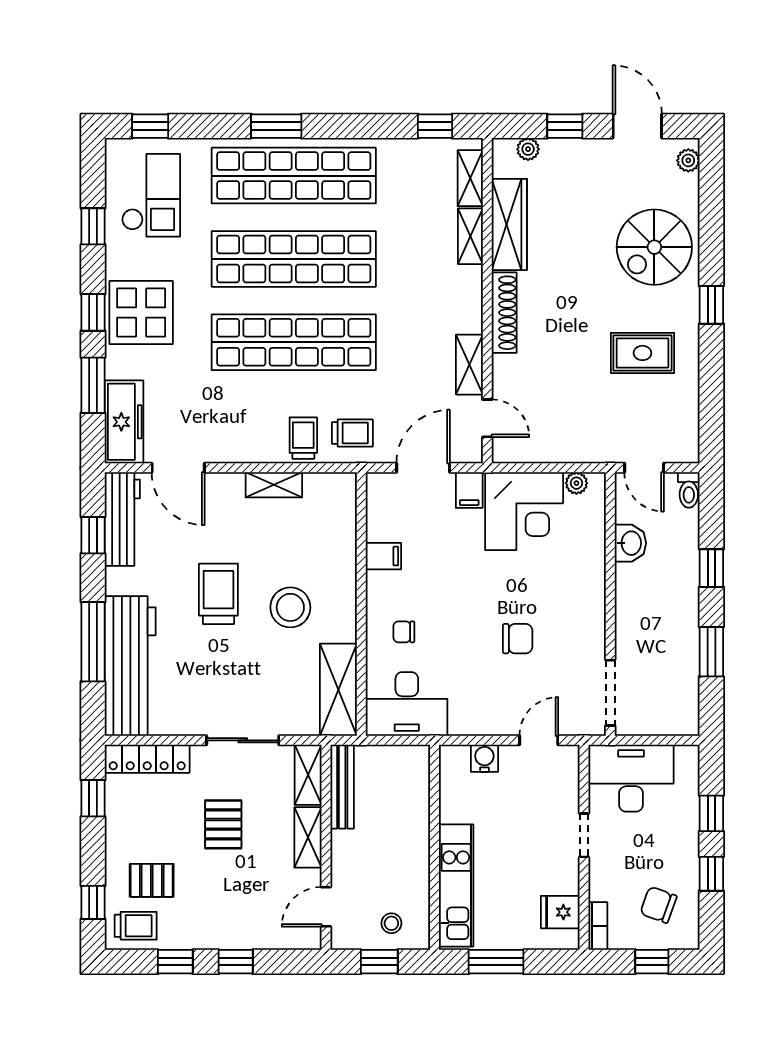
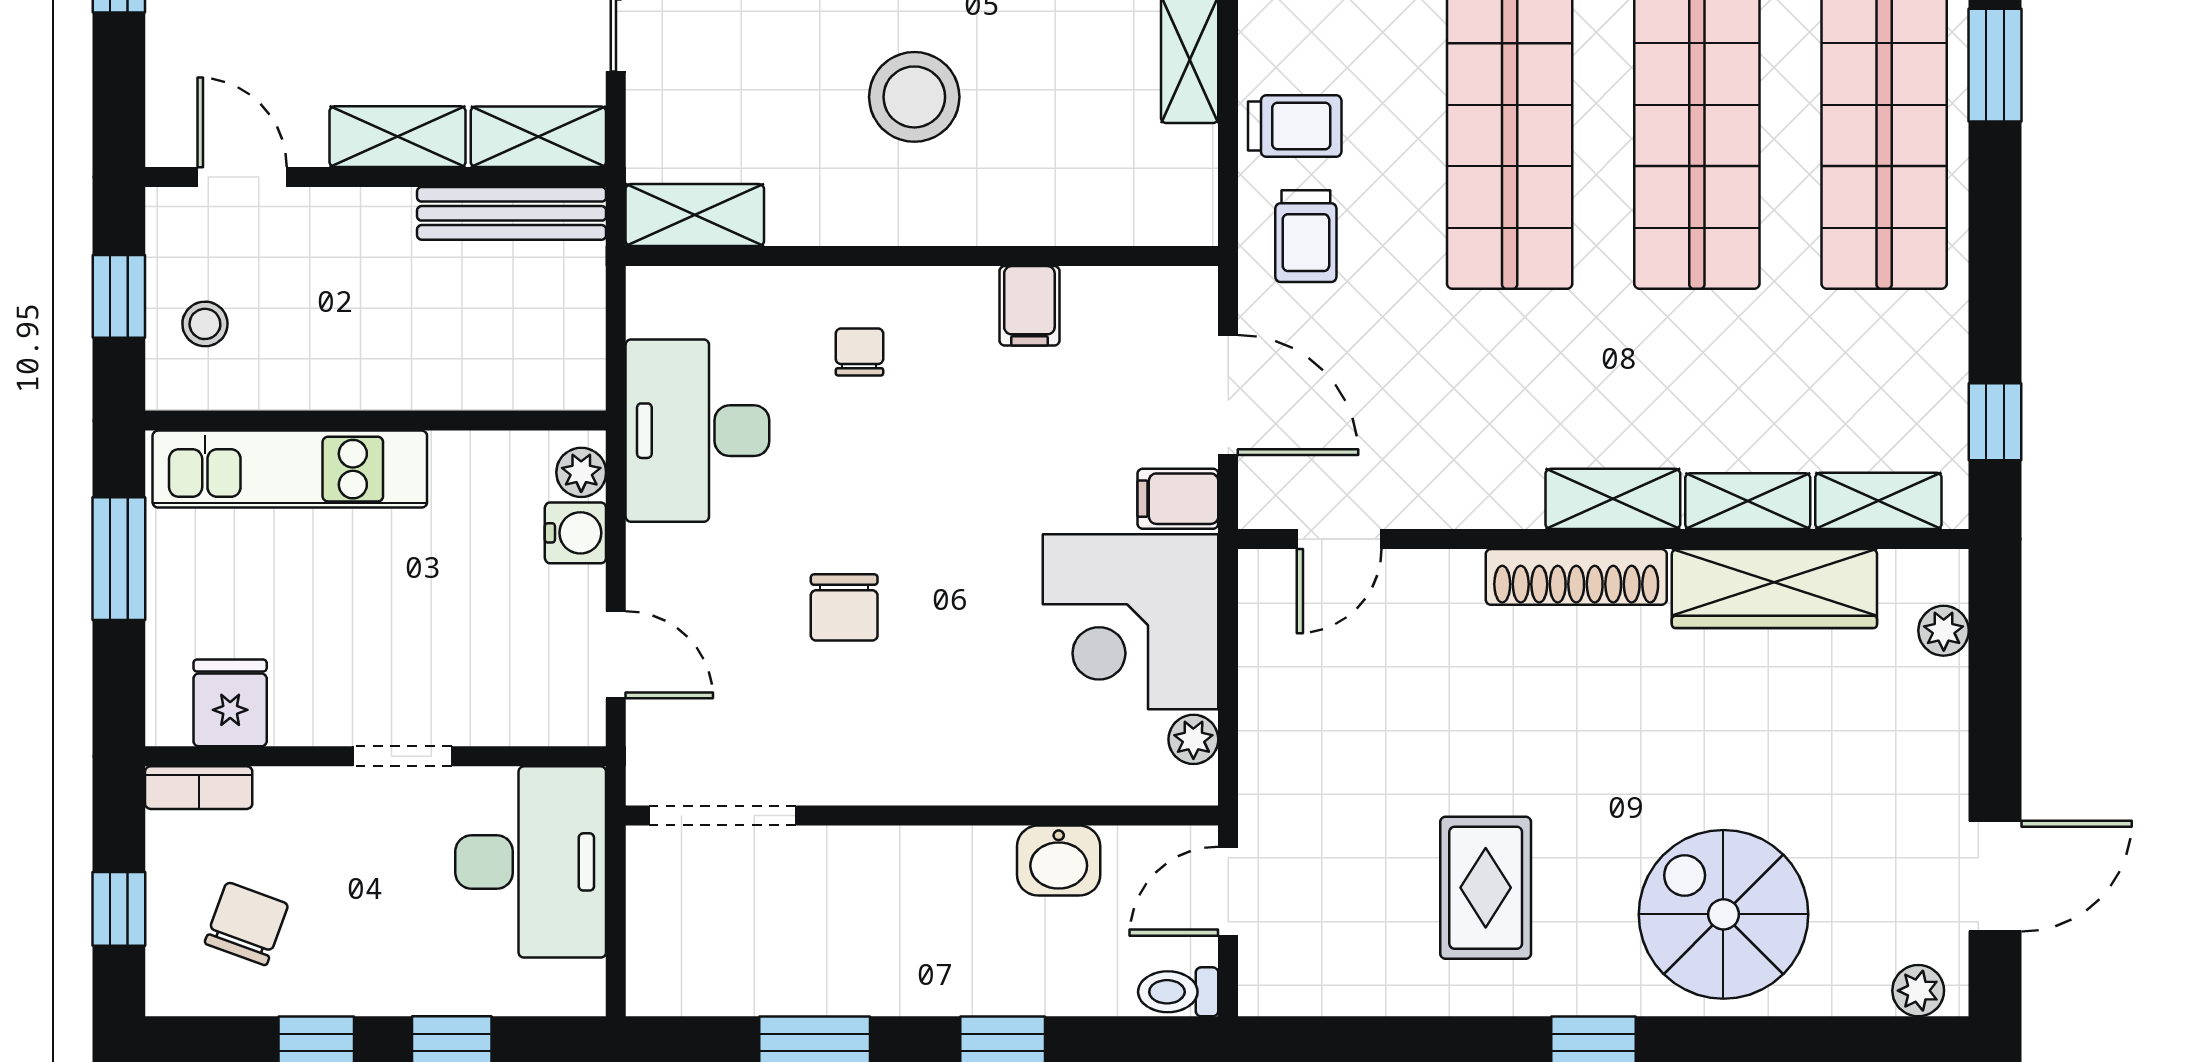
window: (565, 126) -> (1995, 713), removed
shelving: (469, 365) -> (1613, 499), moved
shelving: (338, 690) -> (695, 215), width x0.67, depth x0.75
desk: (407, 704) -> (697, 431), moved
plant: (458, 756) -> (581, 472), added

